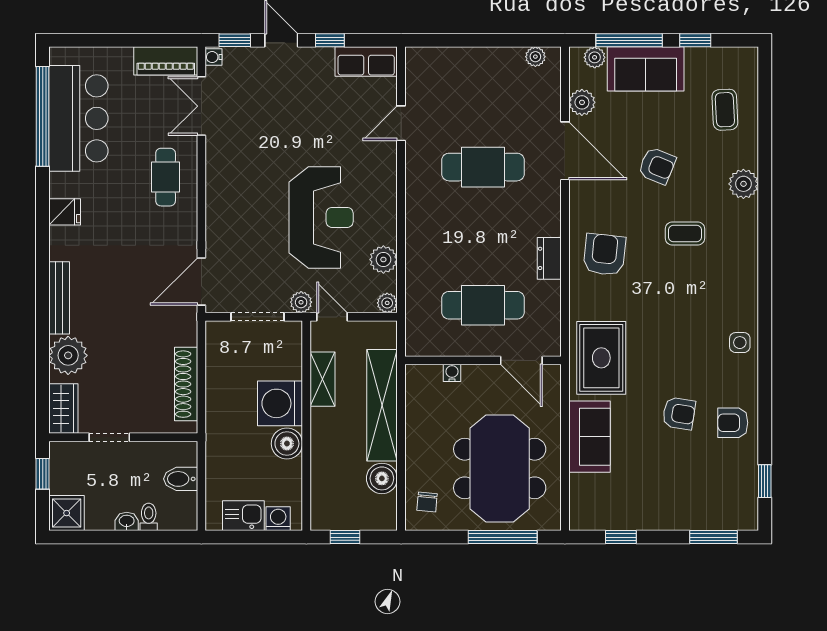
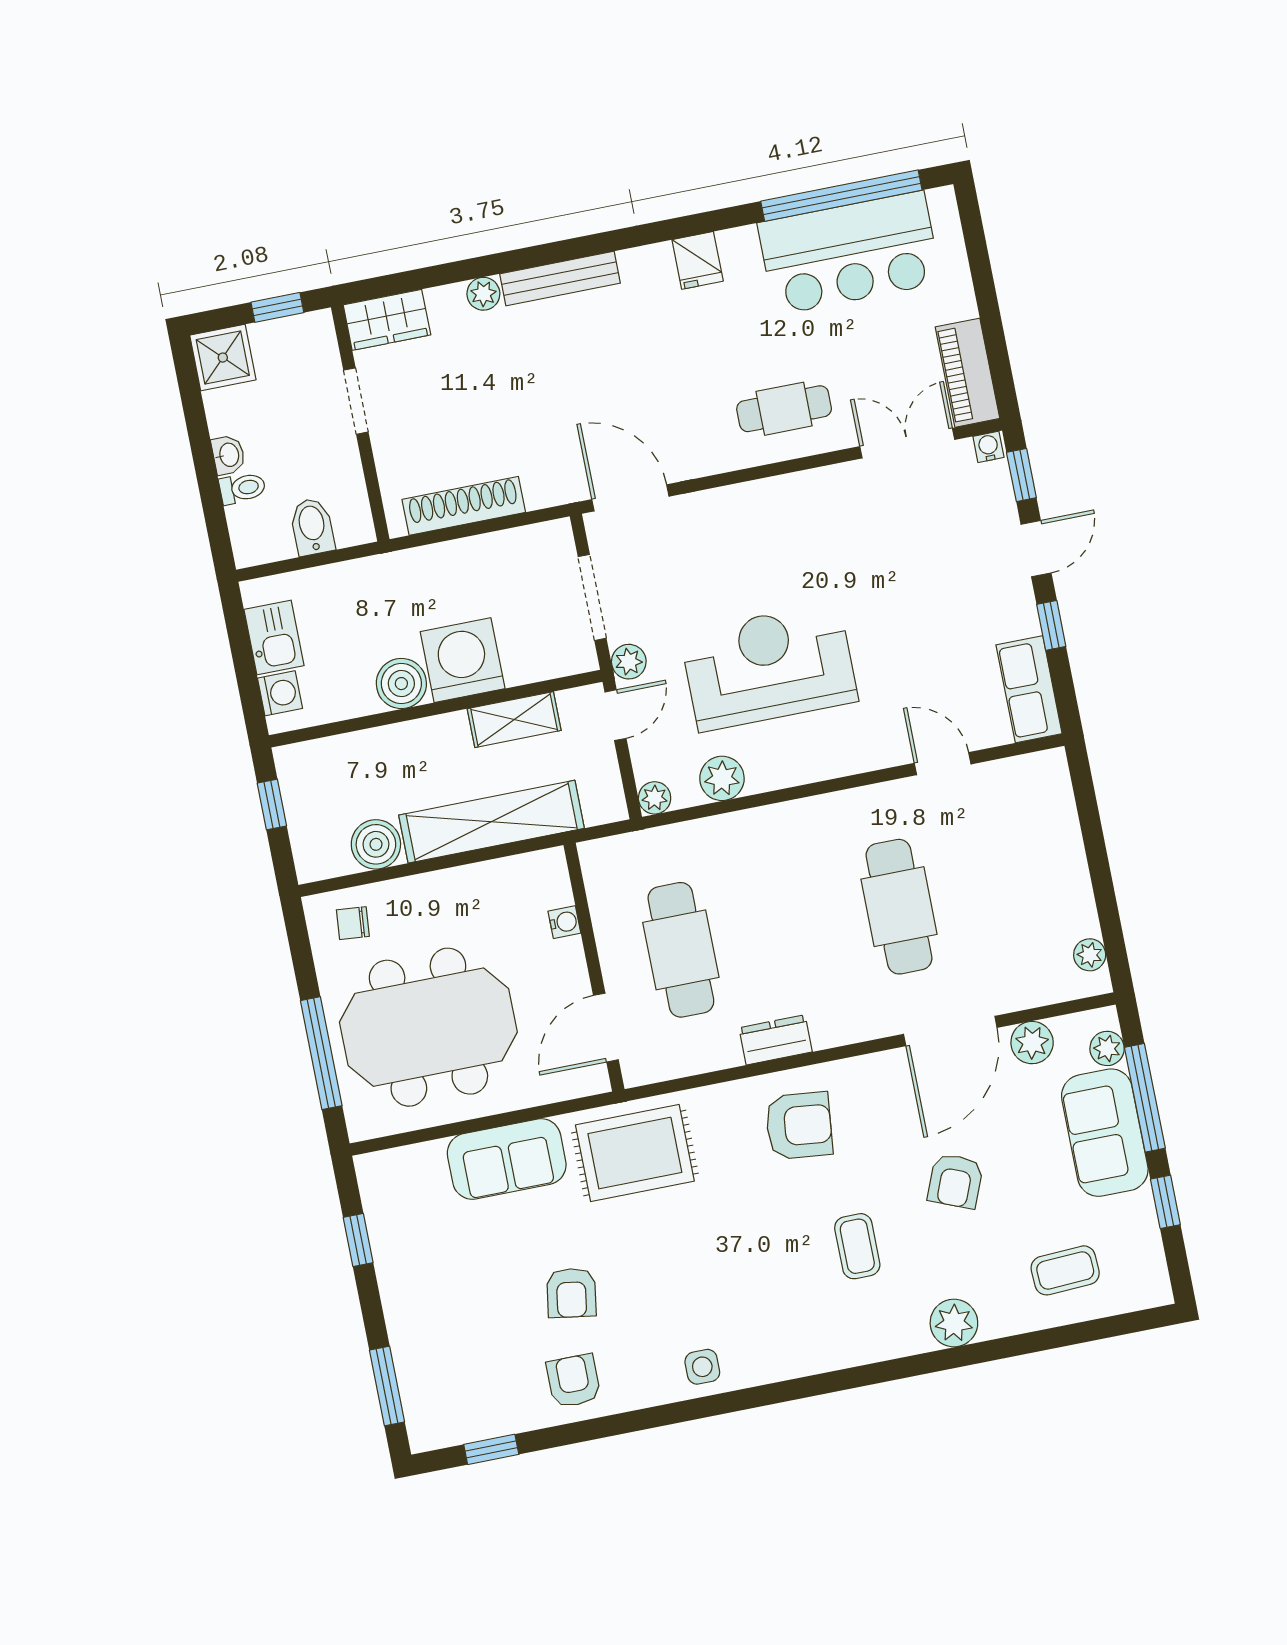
reception desk: (321, 217) -> (769, 667), turned 180
plant: (68, 355) -> (483, 294), width x0.53, depth x0.53

